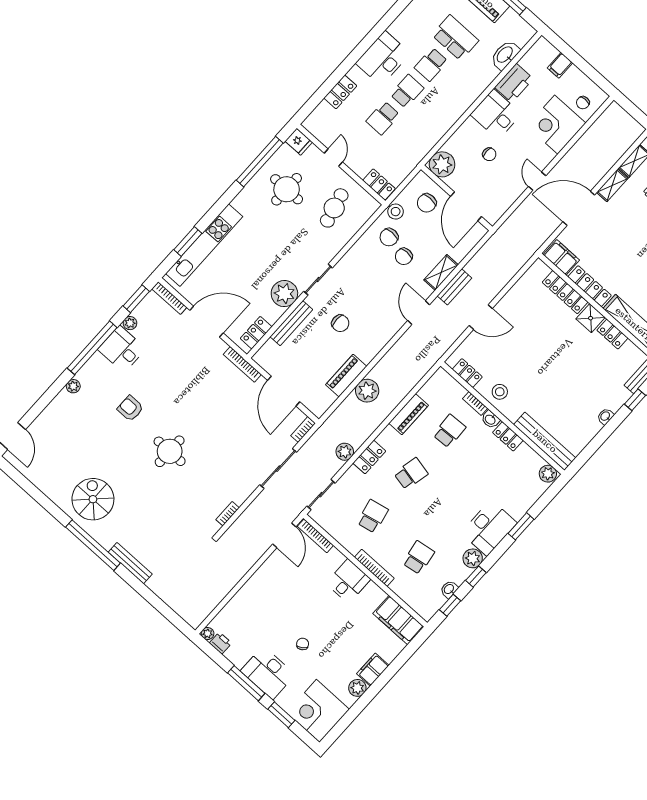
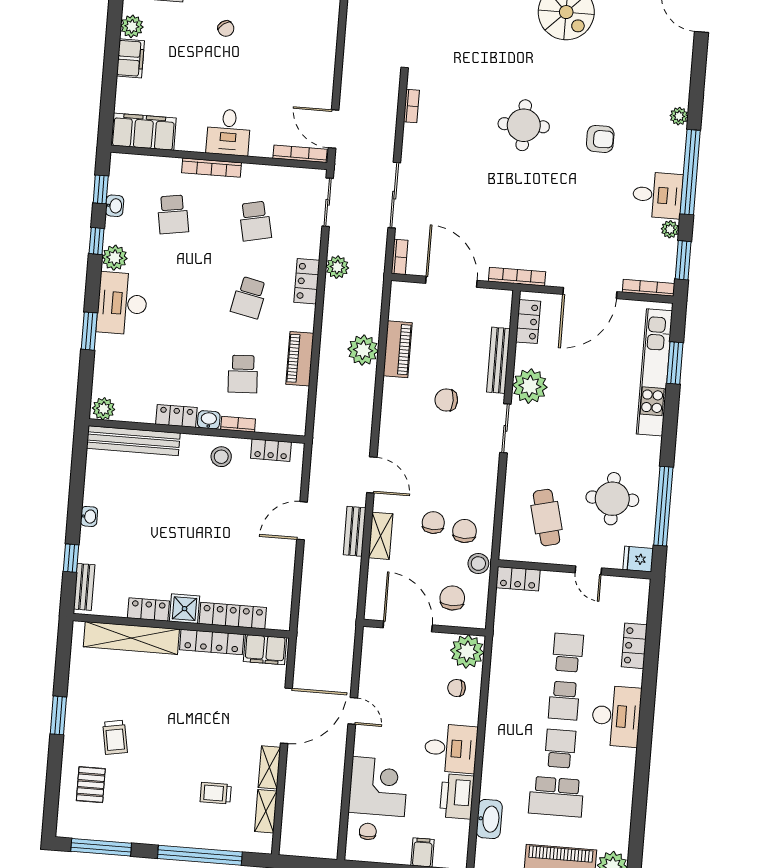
chair: (489, 154) -> (457, 688), moved

